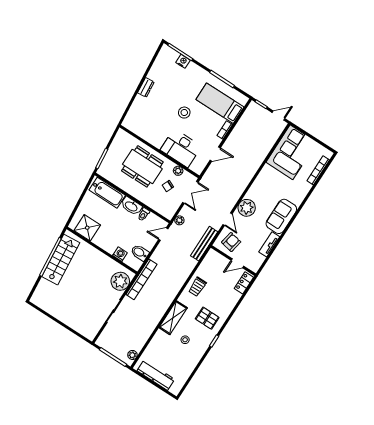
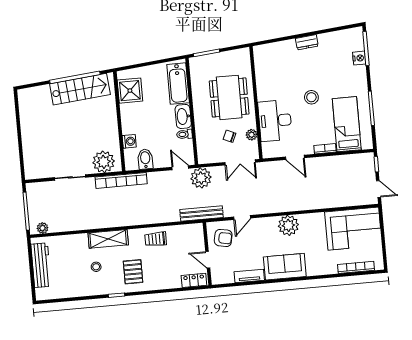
plant: (247, 208) -> (288, 225), moved
plant: (179, 220) -> (201, 178), width x1.88, depth x1.88

